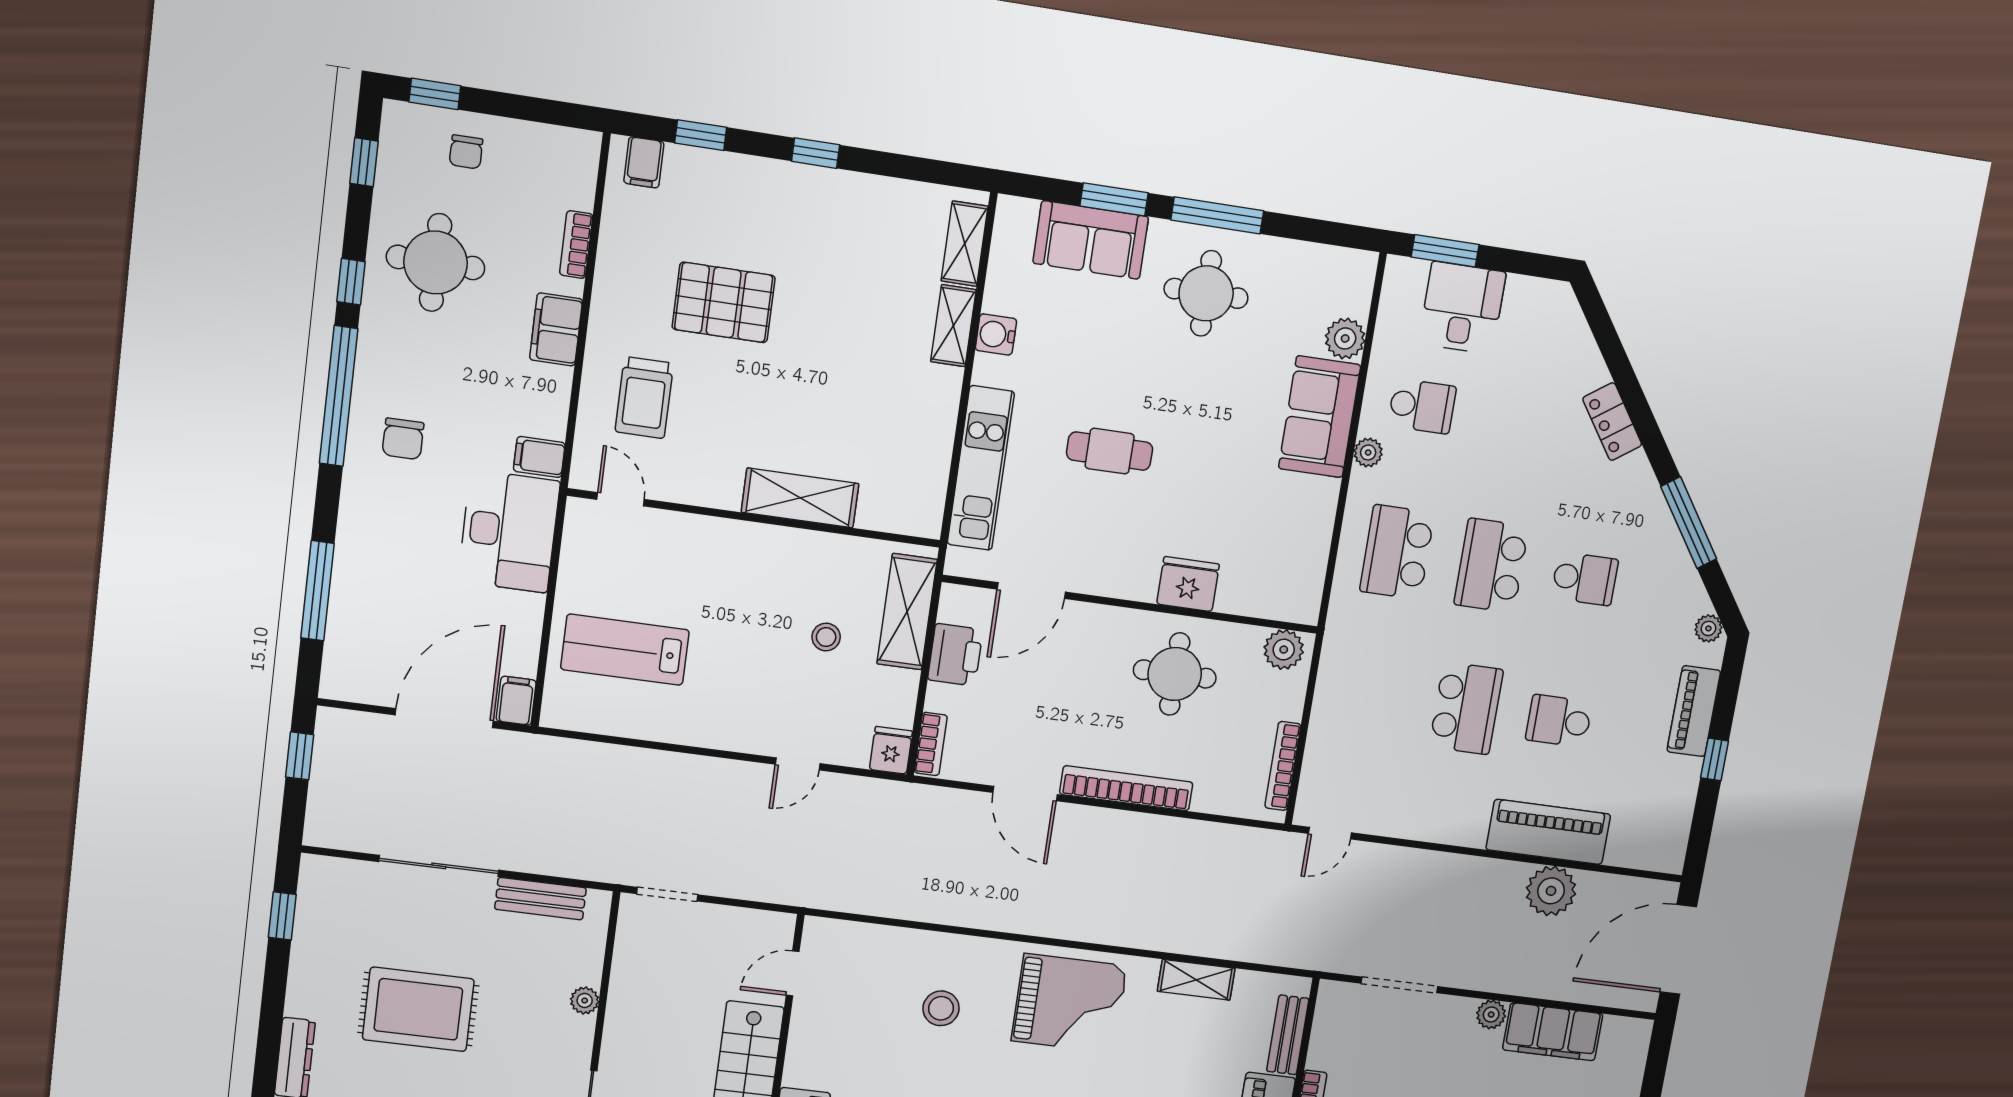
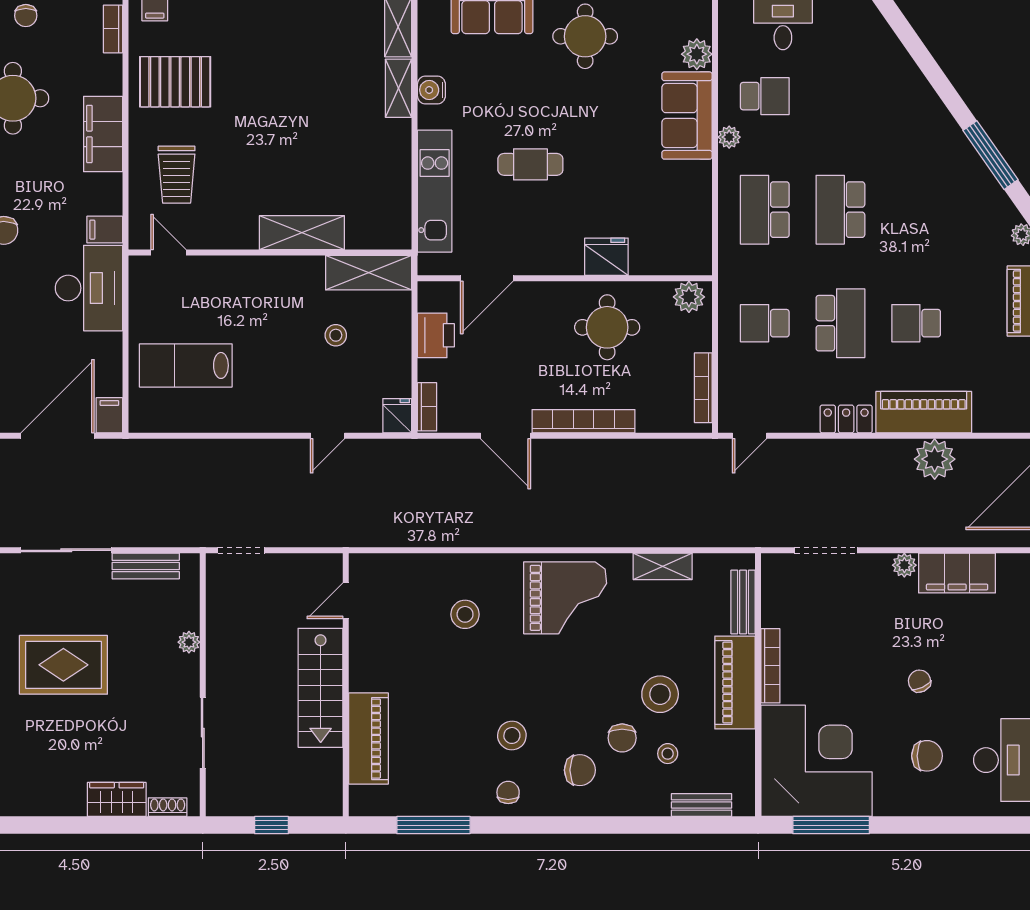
bookcase: (576, 245) -> (113, 29), moved
pallet: (724, 302) -> (175, 82), moved
filing cabinet: (556, 329) -> (103, 134), width x1.50, depth x1.17
locker: (1612, 422) -> (846, 419), moved, turned 125
school desk: (1585, 579) -> (765, 323), moved, turned 180
shelving: (907, 612) -> (369, 273), moved, turned 90

